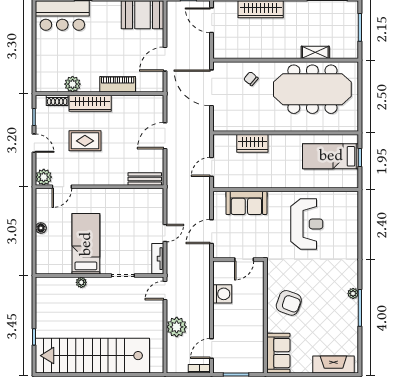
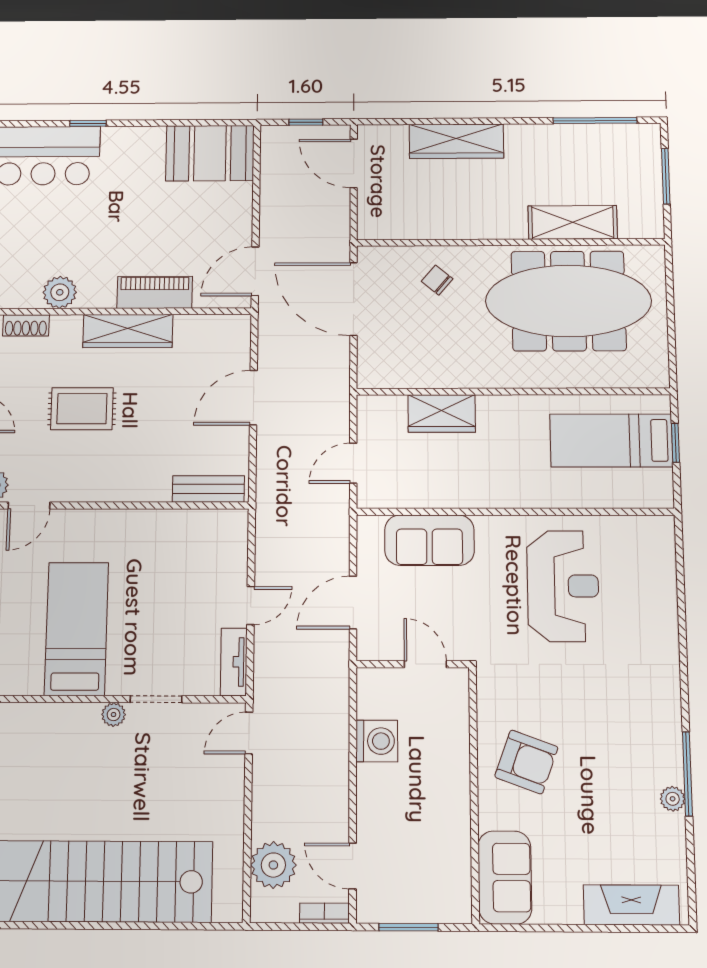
shelving: (315, 52) -> (573, 222), width x1.50, depth x1.33
door: (165, 59) -> (255, 271), moved
wardrobe: (90, 103) -> (128, 331), moved
door: (244, 260) -> (425, 664), swing flipped
plant: (81, 282) -> (114, 714), moved
plant: (353, 293) -> (673, 799), moved
plant: (177, 327) -> (273, 865), moved
door: (212, 348) -> (353, 866), hinge flipped

